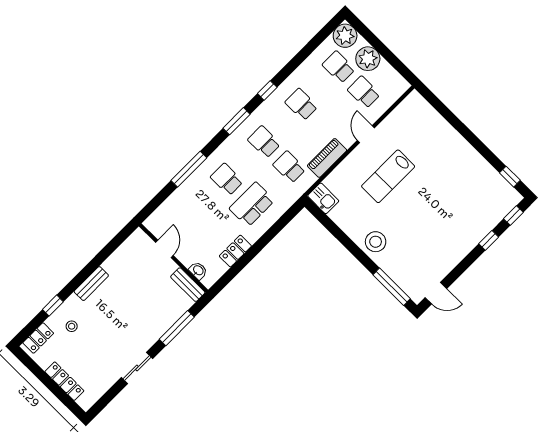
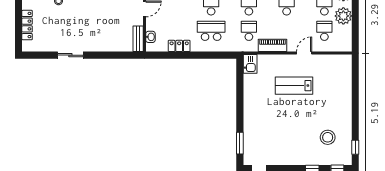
stool: (376, 242) -> (328, 137), moved
window: (392, 287) -> (240, 143), width x0.69
window: (177, 328) -> (111, 55), removed

